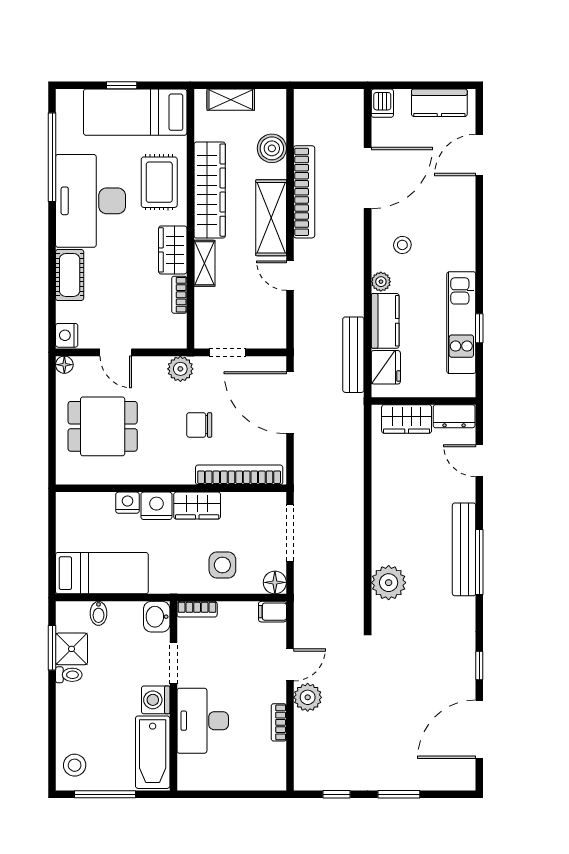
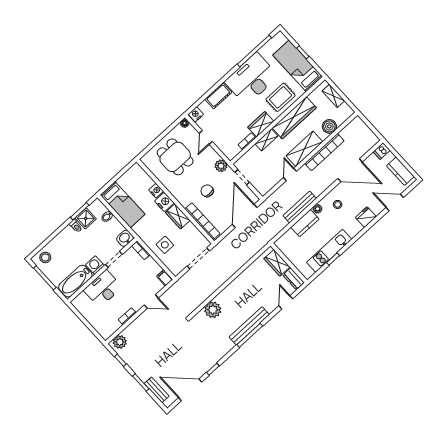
bench: (353, 355) -> (300, 207), moved
fridge: (386, 367) -> (366, 217), moved, turned 180
floor lamp: (275, 582) -> (176, 269), removed
plant: (308, 697) -> (120, 342), moved
bench: (432, 780) -> (157, 390), added

